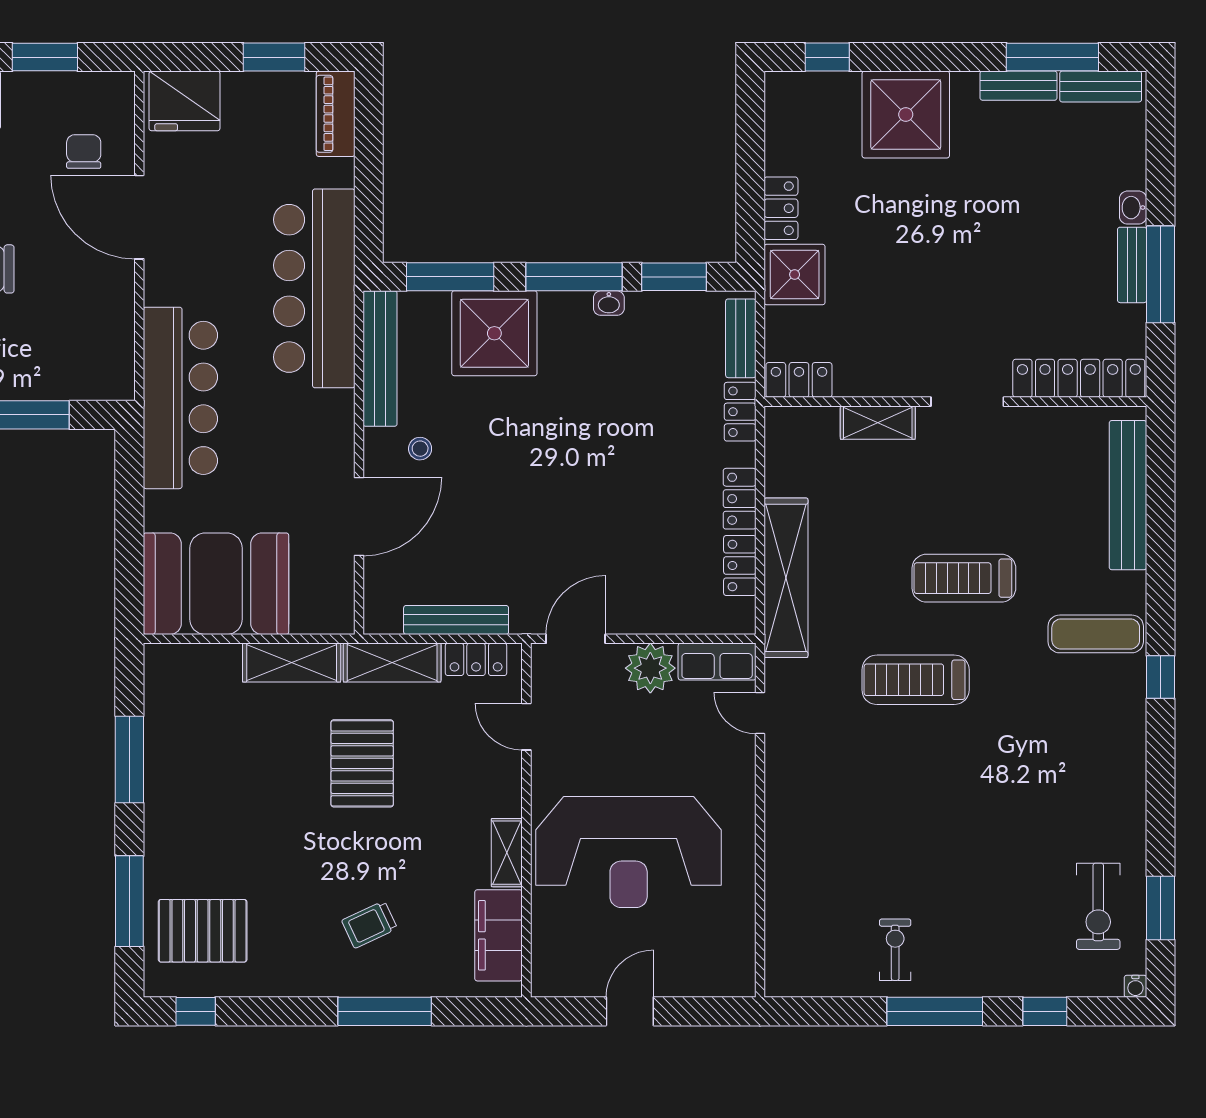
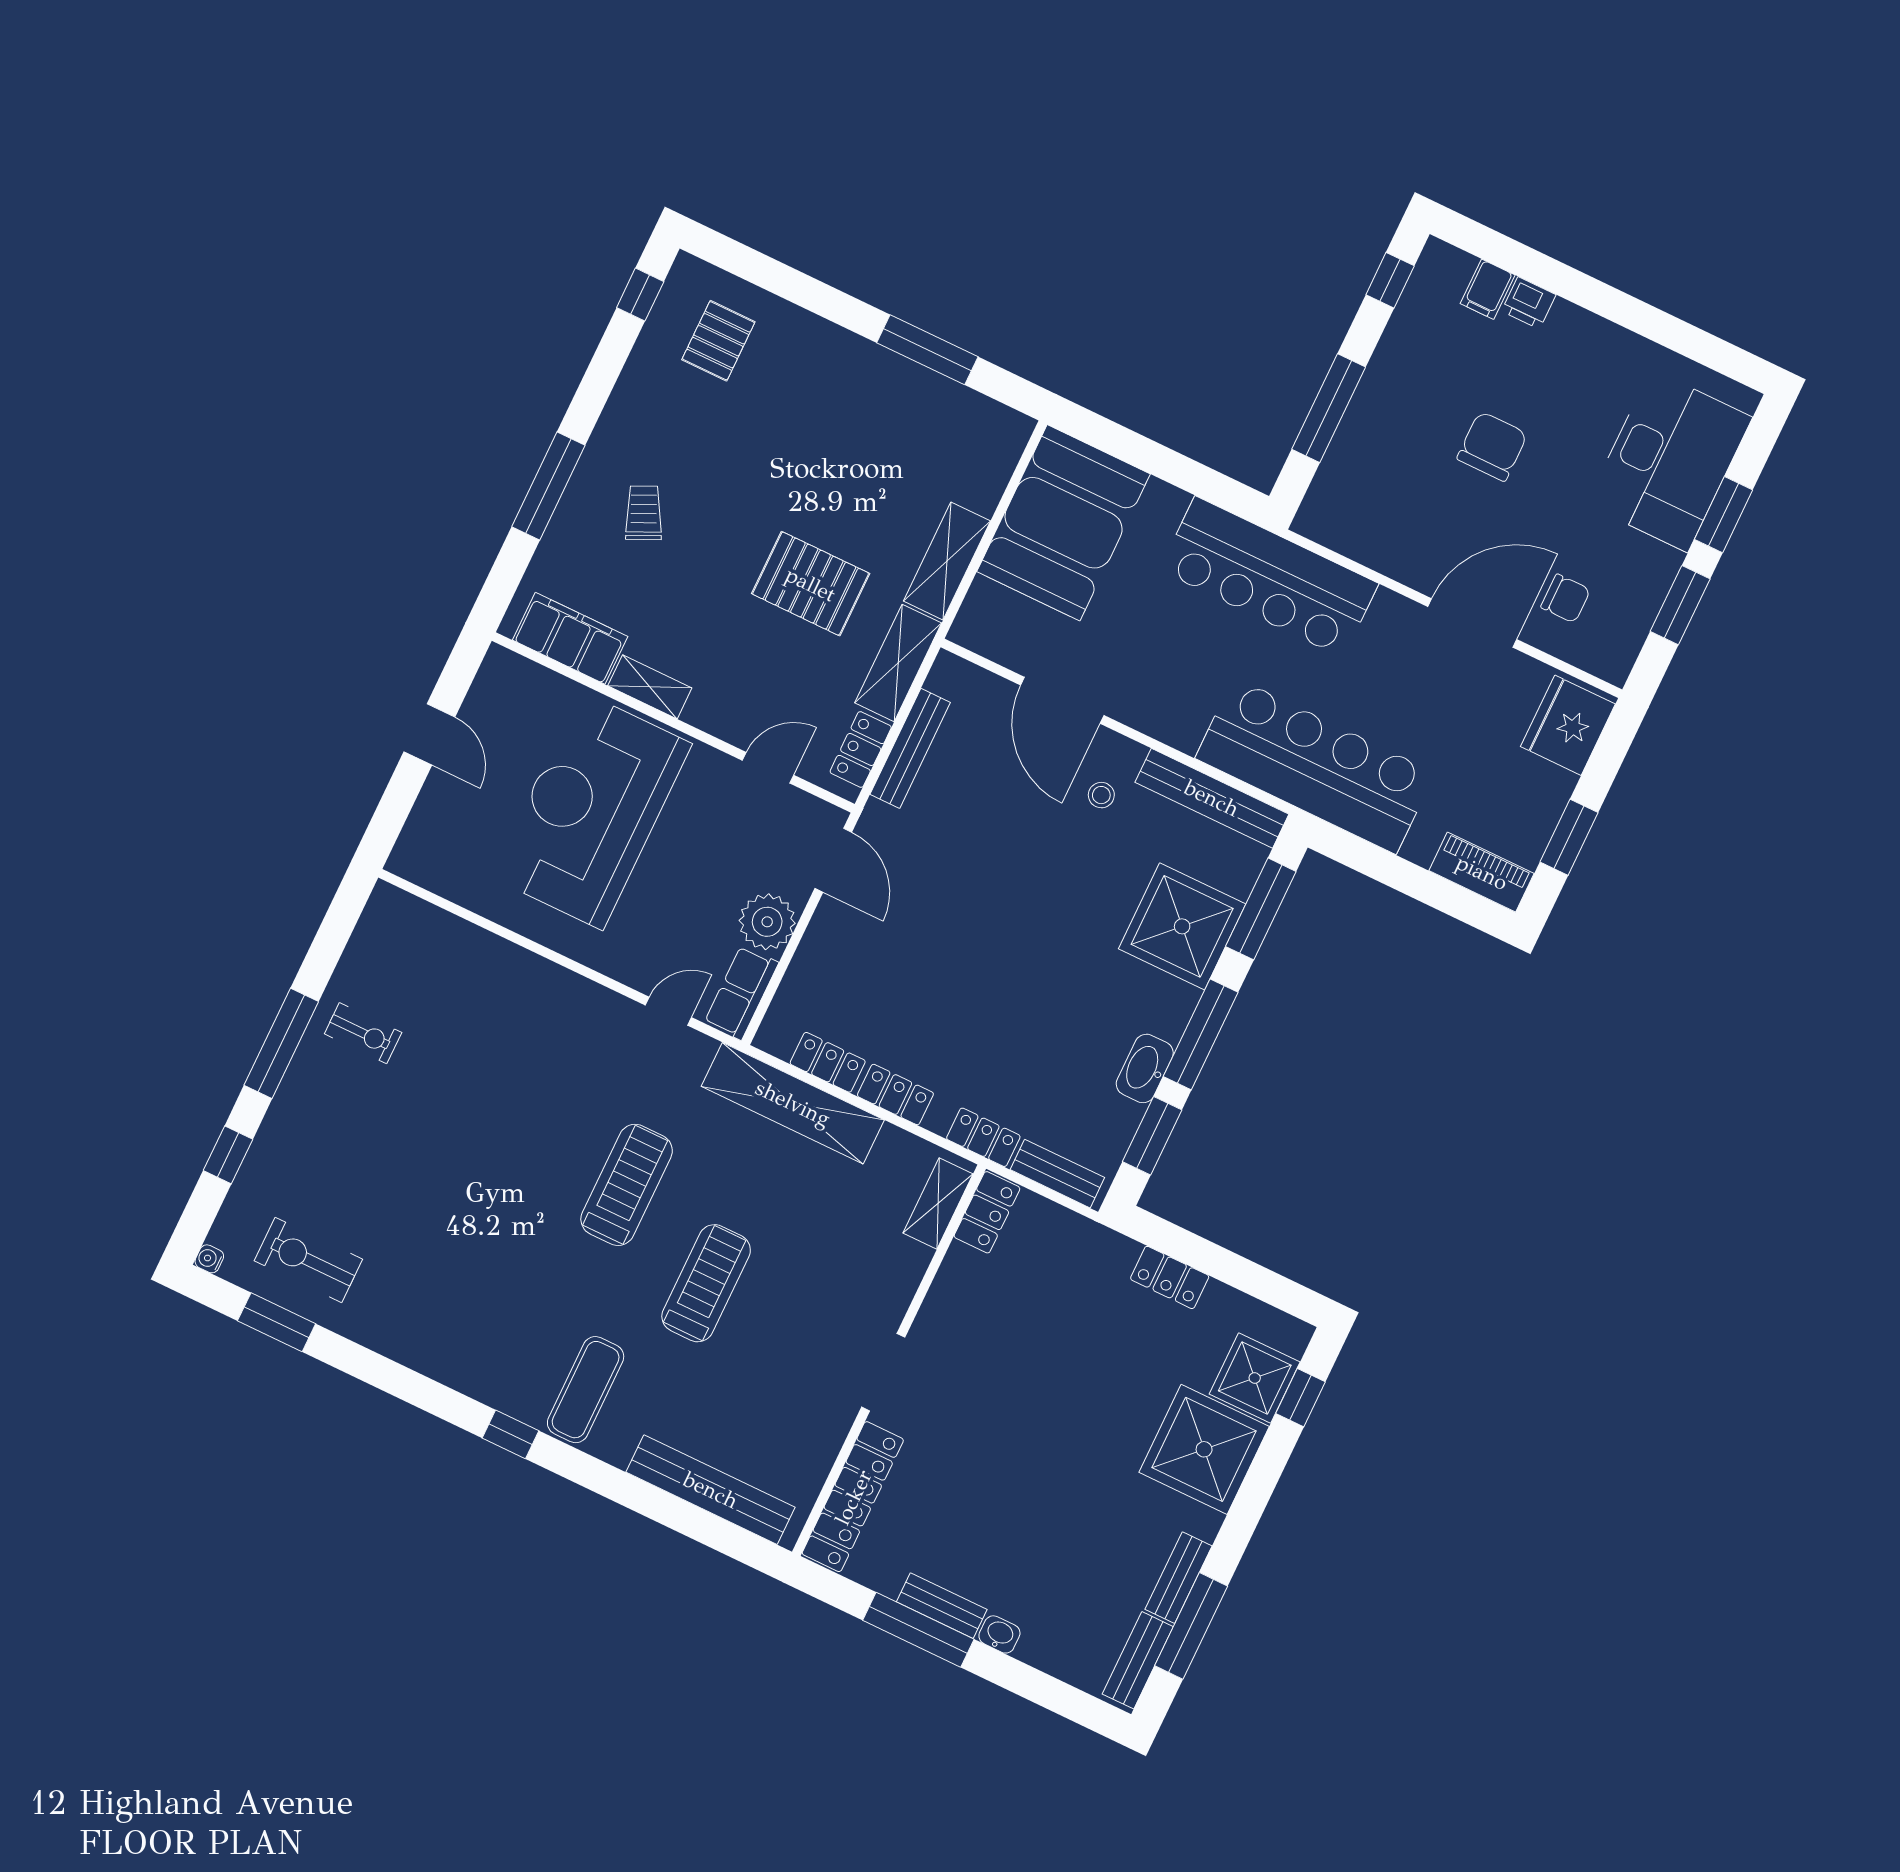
shower: (795, 275) -> (1255, 1378), moved
washbasin: (609, 303) -> (1145, 1068), width x1.91, depth x1.45
shelving: (878, 423) -> (938, 1204), moved
window: (129, 901) -> (784, 281), removed
pallet: (203, 931) -> (718, 341), width x0.67, depth x0.71

